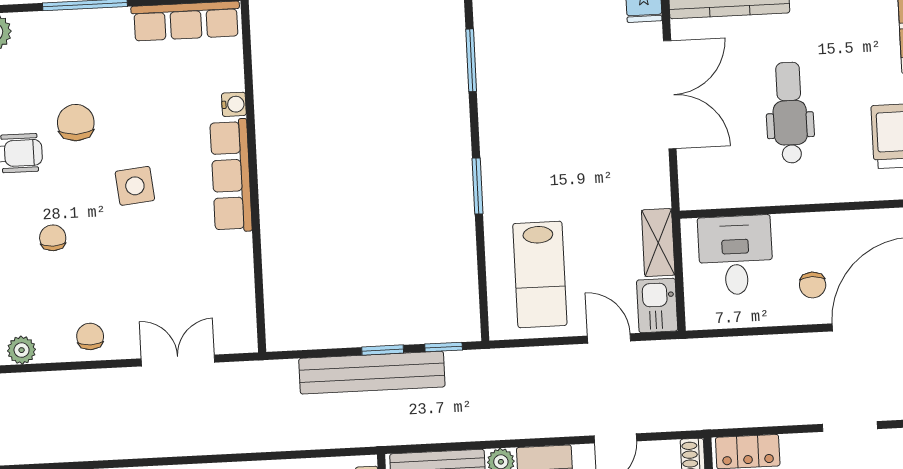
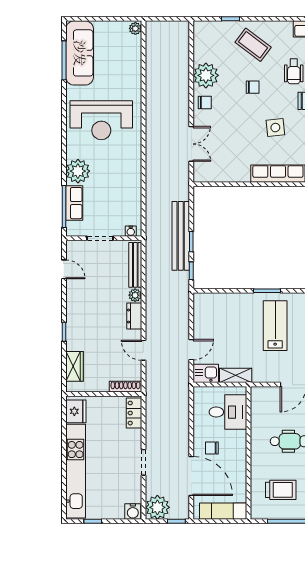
lab bench: (540, 274) -> (275, 326), moved, turned 90
plant: (22, 350) -> (206, 75), width x1.88, depth x1.88

